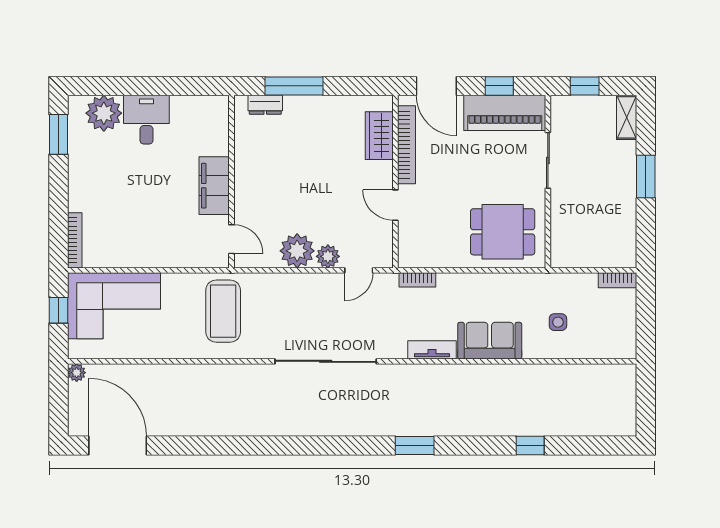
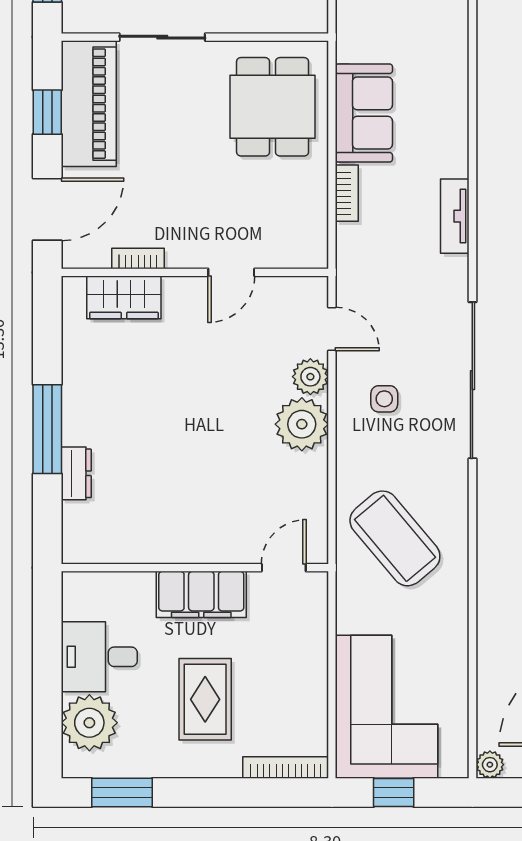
bookcase: (407, 145) -> (138, 258), width x0.43, depth x0.76
wall: (232, 182) -> (195, 568), moved
filing cabinet: (214, 186) -> (201, 594), moved
rug: (119, 188) -> (205, 699), added
door: (232, 239) -> (284, 568), moved
bookcase: (417, 280) -> (347, 193), moved
coffee table: (223, 311) -> (395, 538), turned 50
side table: (558, 322) -> (384, 399), moved
sofa: (490, 341) -> (364, 113), moved, turned 180

